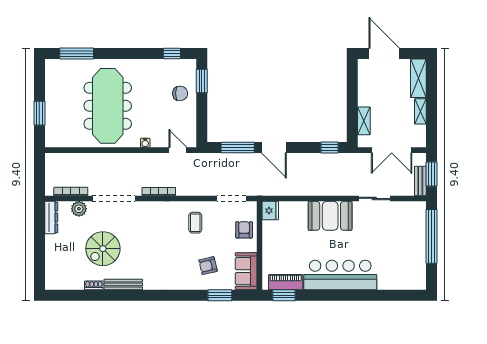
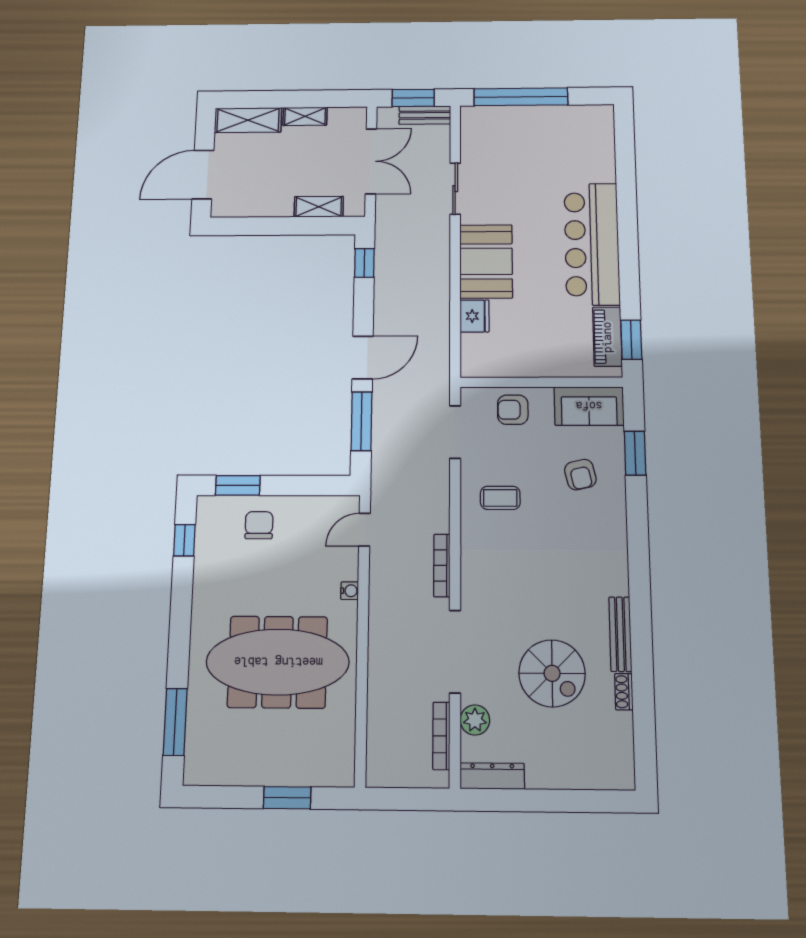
fridge: (270, 211) -> (475, 316), moved, turned 90

